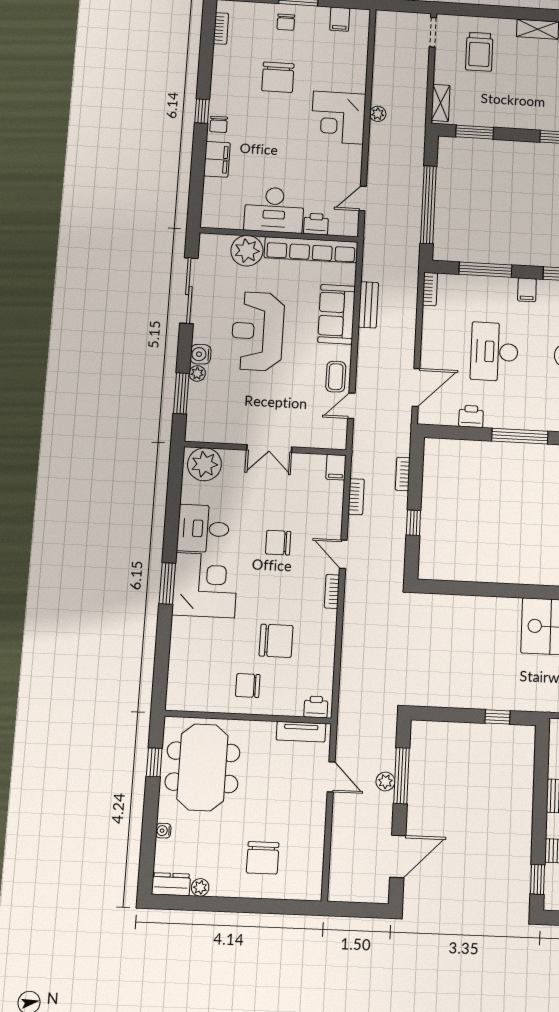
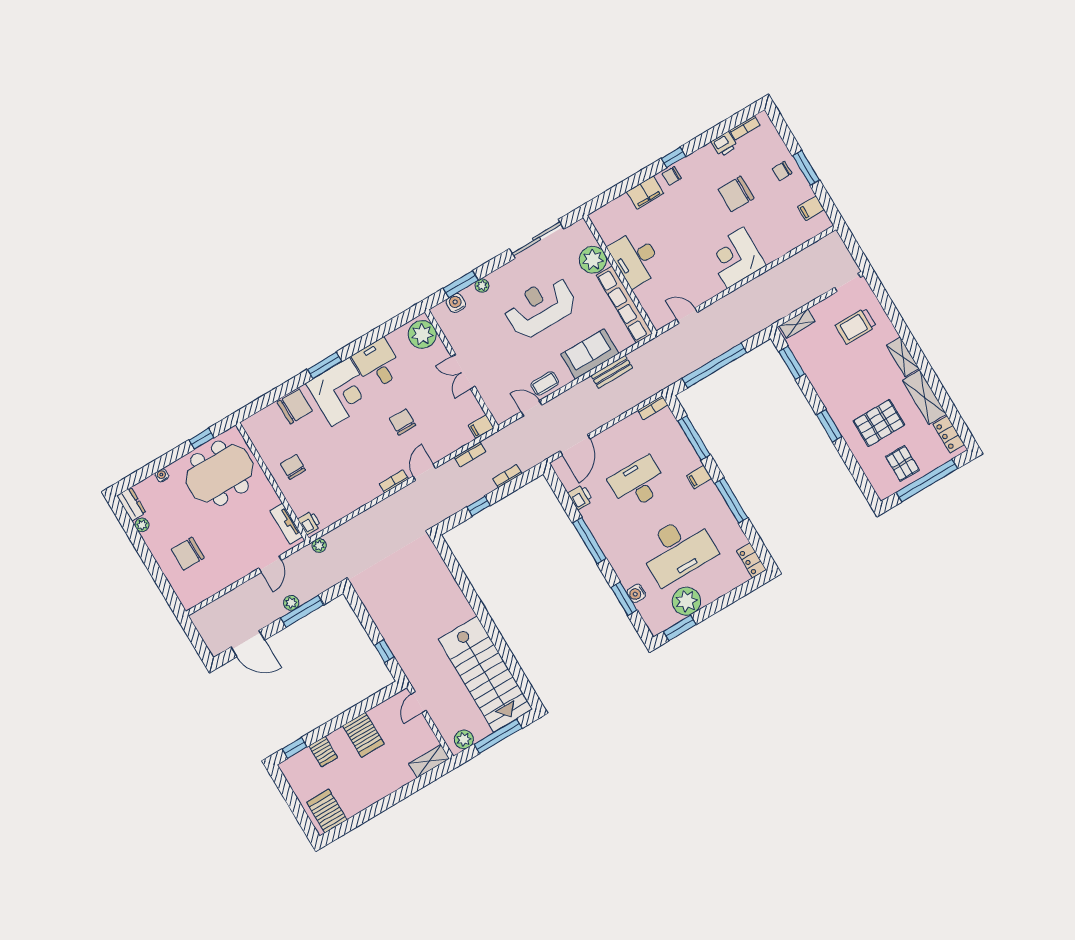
plant: (378, 114) -> (319, 545), moved
printer: (316, 224) -> (724, 144), moved, turned 90
water cooler: (201, 354) -> (456, 303), moved
door: (416, 387) -> (575, 445), hinge flipped
chair: (276, 641) -> (295, 407), moved, turned -90

